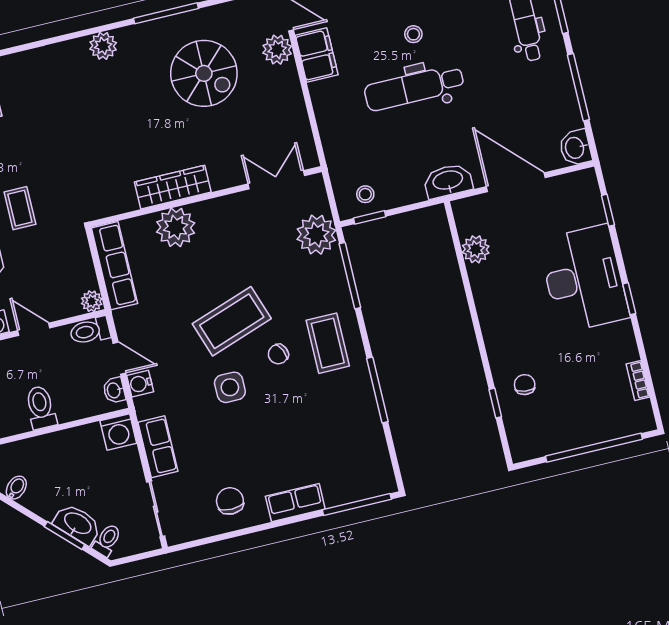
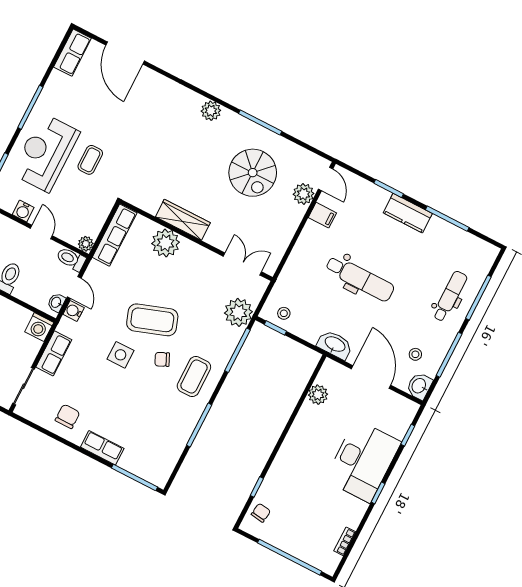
stool: (413, 34) -> (415, 354), moved
filing cabinet: (317, 55) -> (322, 215), width x0.50
dental chair: (414, 88) -> (360, 278), turned 180
chair: (525, 385) -> (261, 513), moved

